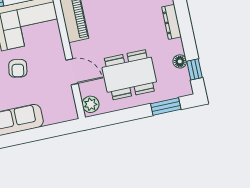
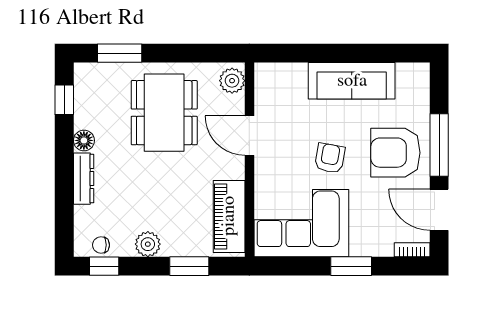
floor lamp: (180, 61) -> (84, 140), moved
dining table: (129, 75) -> (164, 113), turned 90

